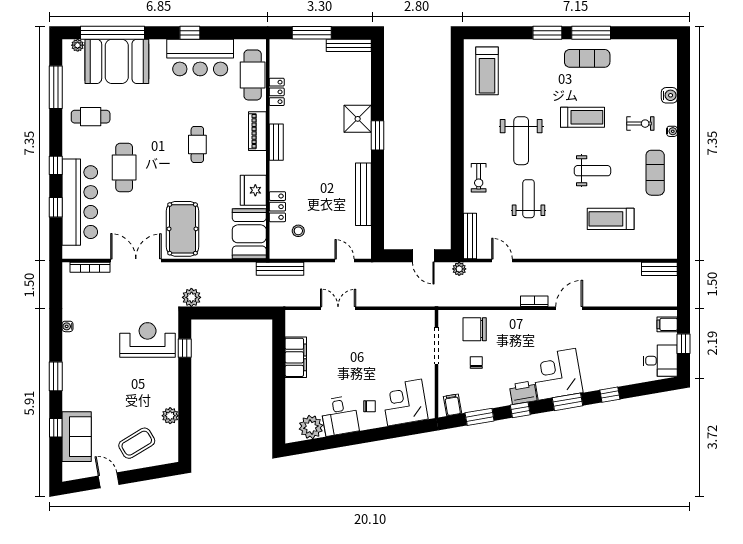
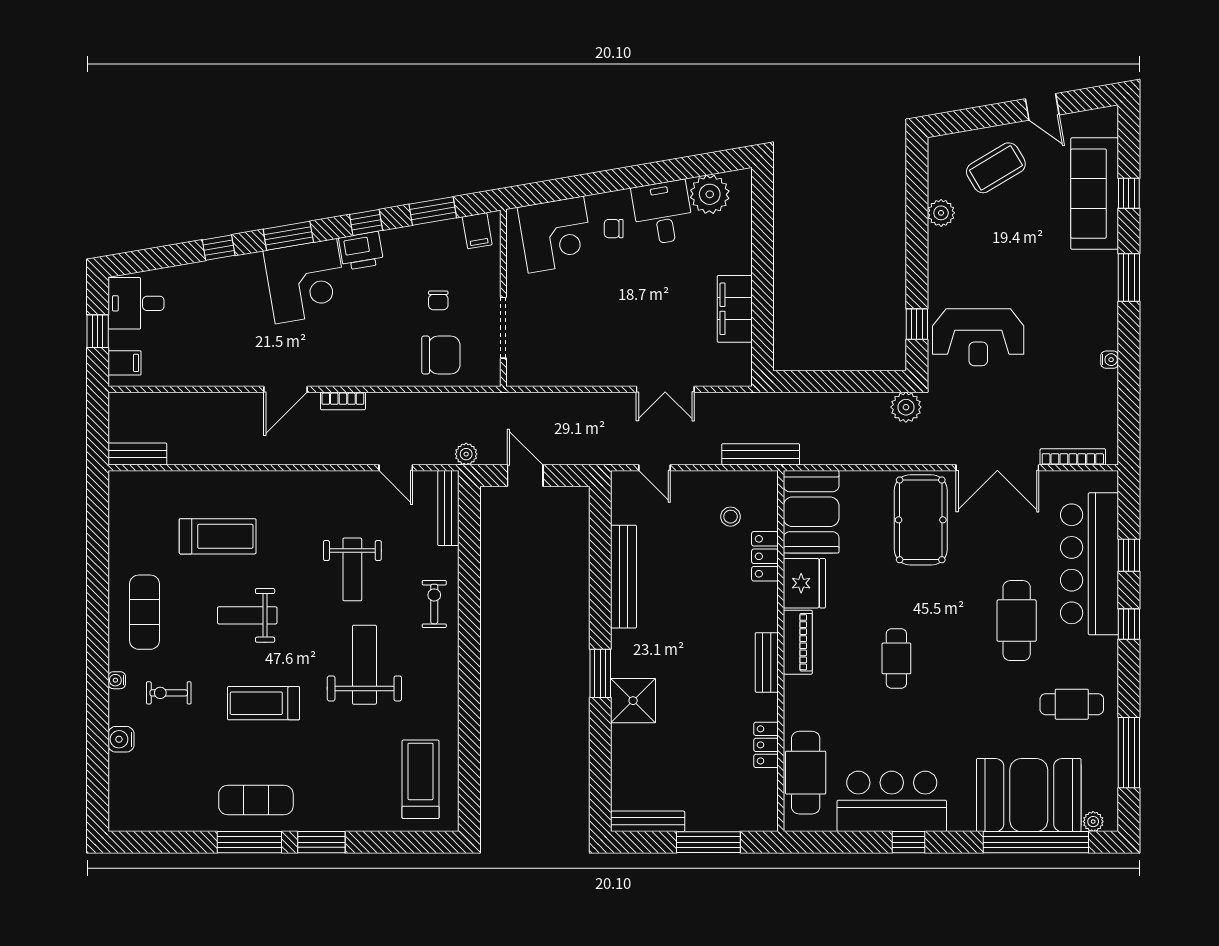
piano: (257, 131) -> (798, 642), moved
sofa: (77, 437) -> (1095, 194), width x1.36

